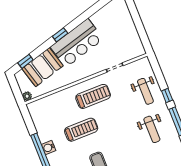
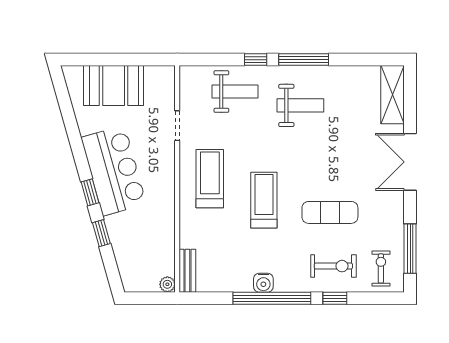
window: (25, 61) -> (101, 233), moved
booth: (42, 67) -> (114, 85), moved, turned -74
bench: (39, 104) -> (187, 271), added
treadmill: (81, 130) -> (264, 200), moved

